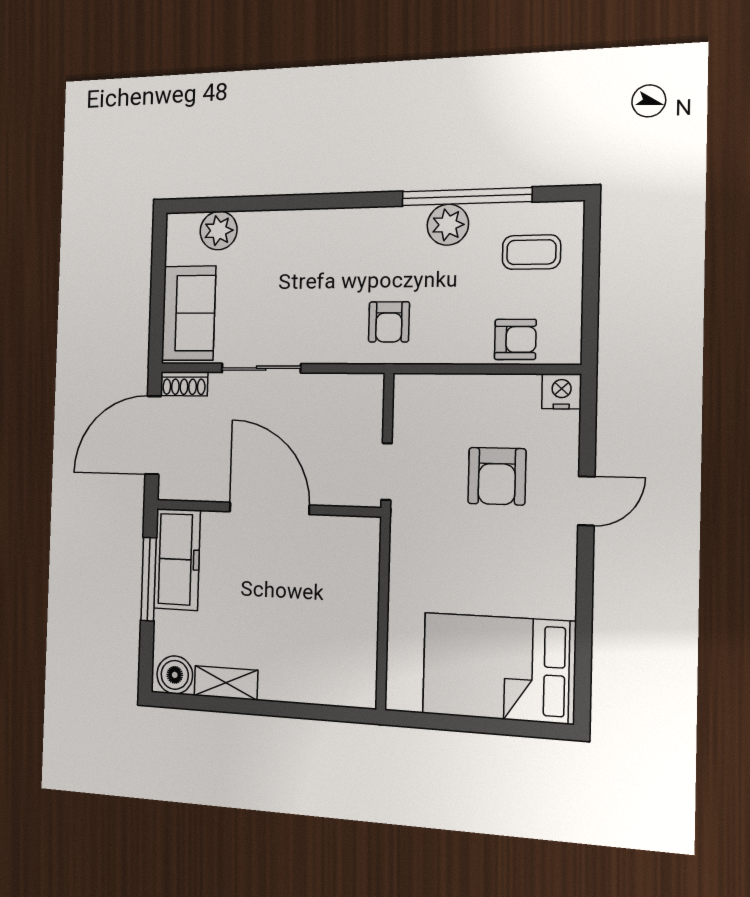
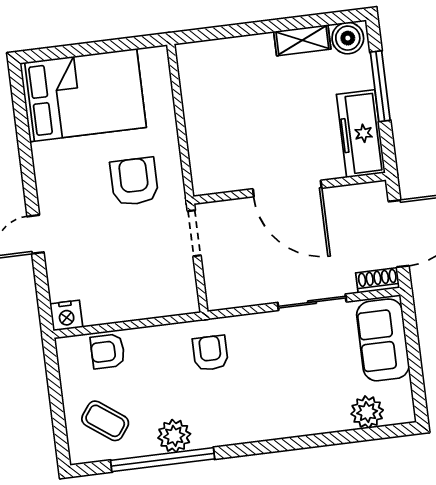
coffee table: (531, 252) -> (105, 421), turned 36
armchair: (497, 476) -> (134, 181), moved
window: (149, 579) -> (380, 86), moved

